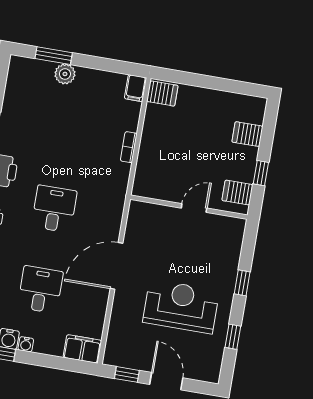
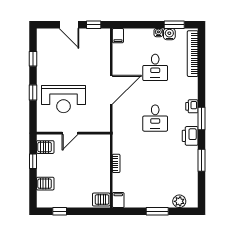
window: (54, 56) -> (157, 211), moved
plant: (65, 74) -> (179, 201), moved
window: (232, 86) -> (60, 211), added
reception desk: (181, 306) -> (63, 99), moved
filing cabinet: (82, 349) -> (118, 36), width x0.50

